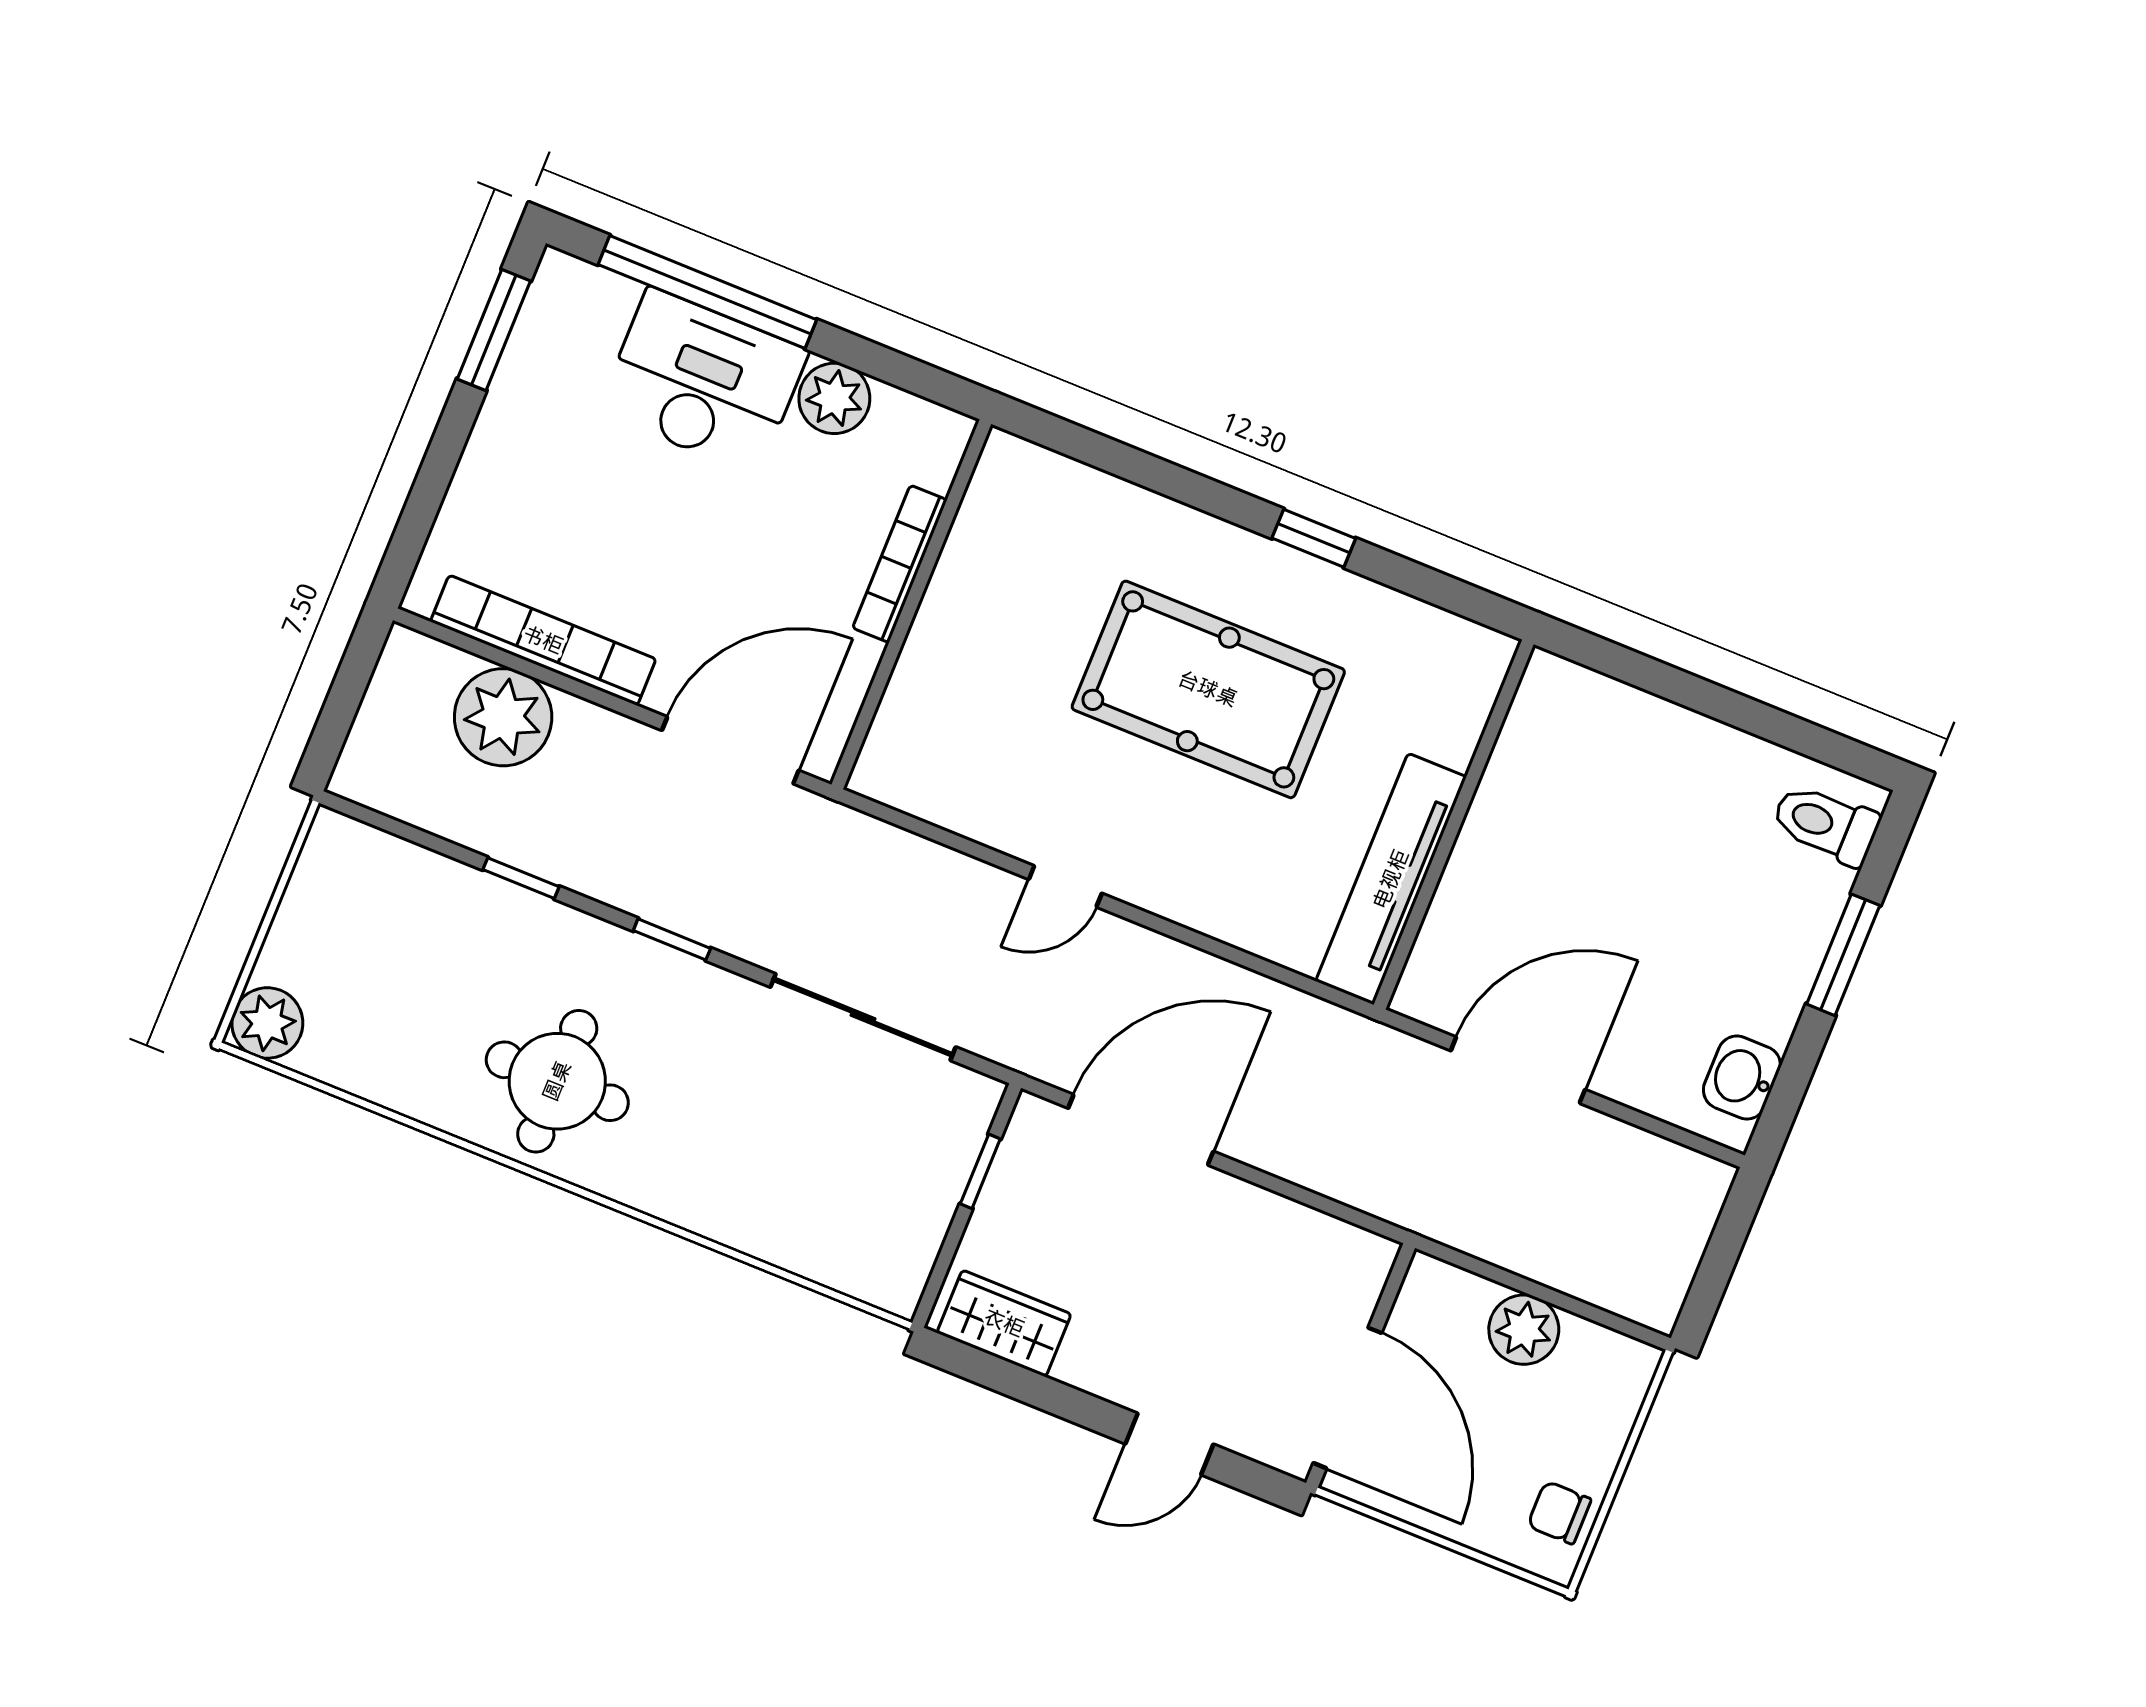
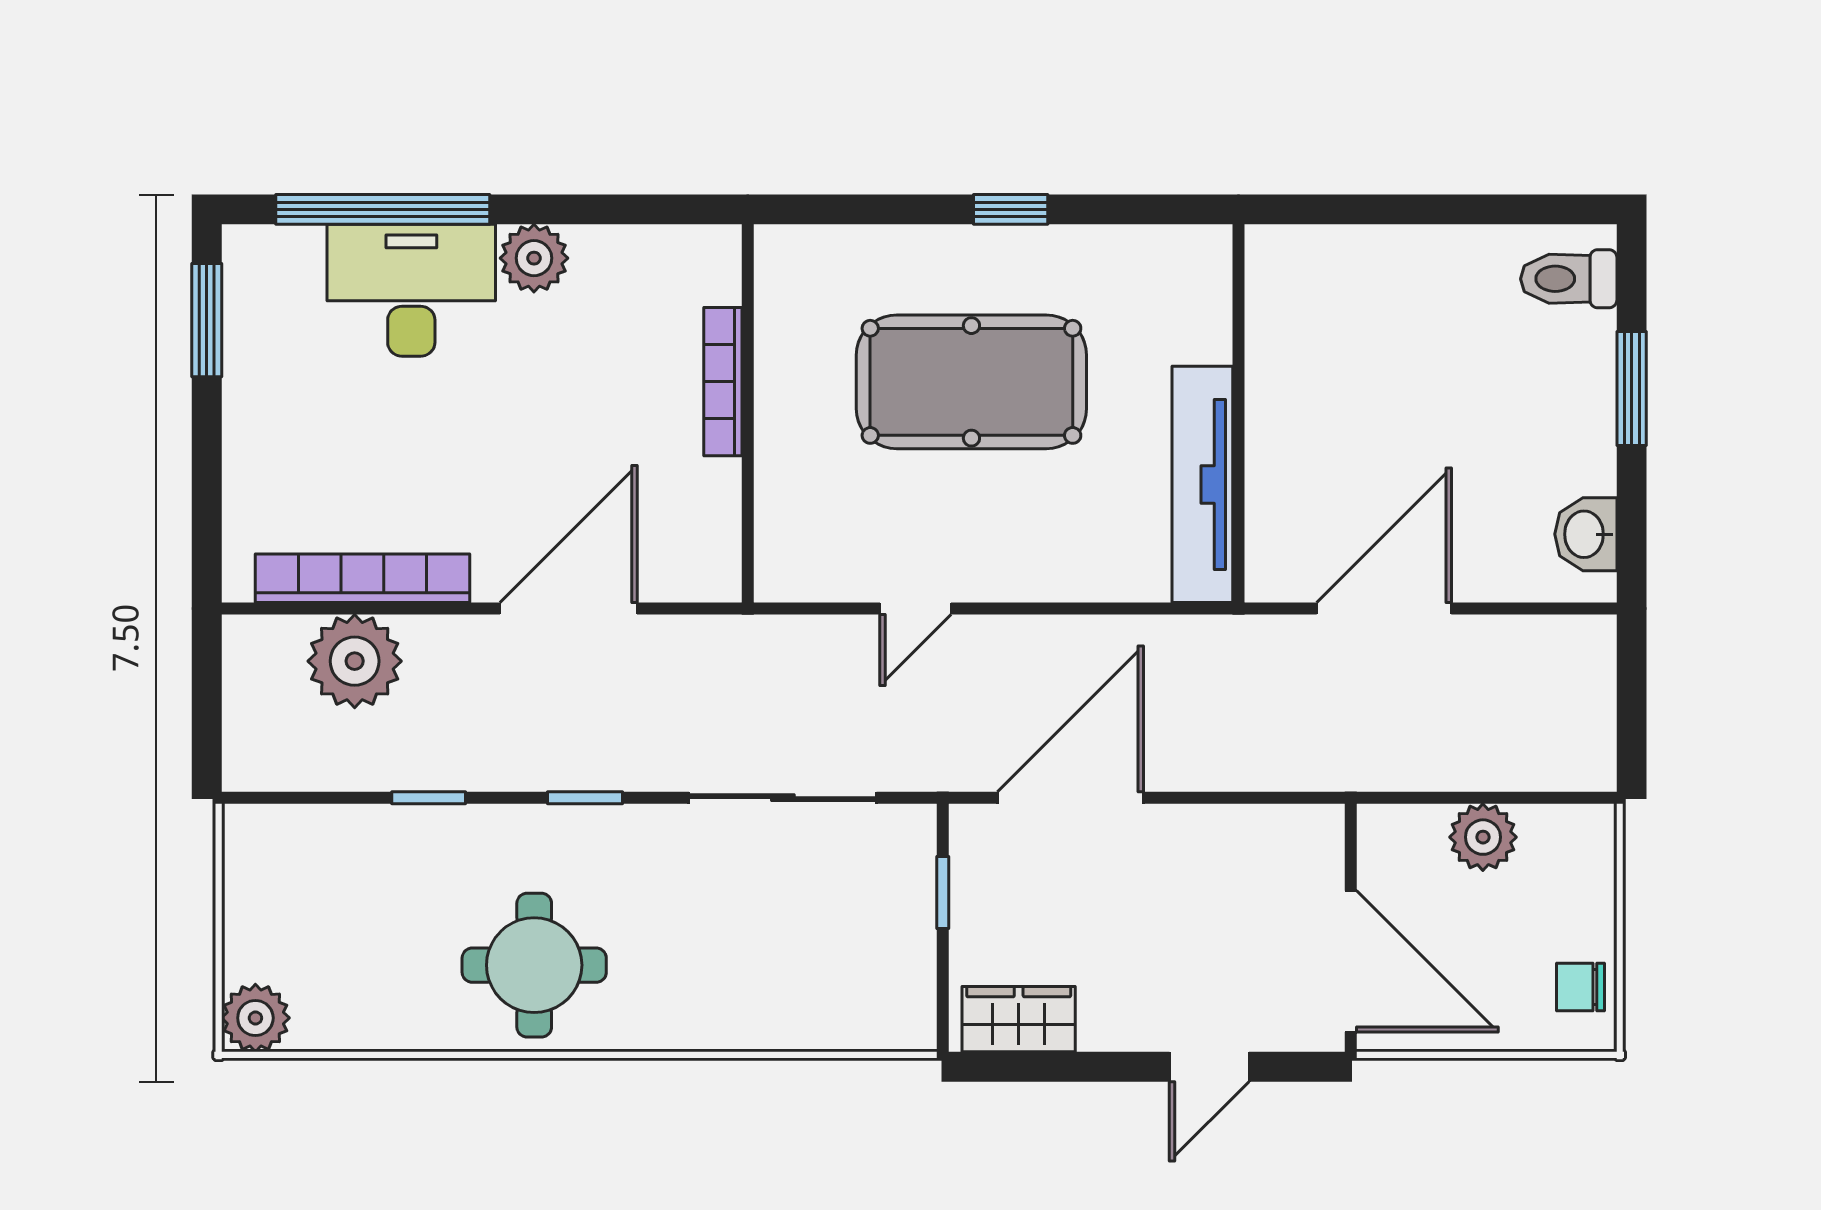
bookcase: (900, 564) -> (723, 382), moved
wall: (911, 604) -> (748, 413), moved

